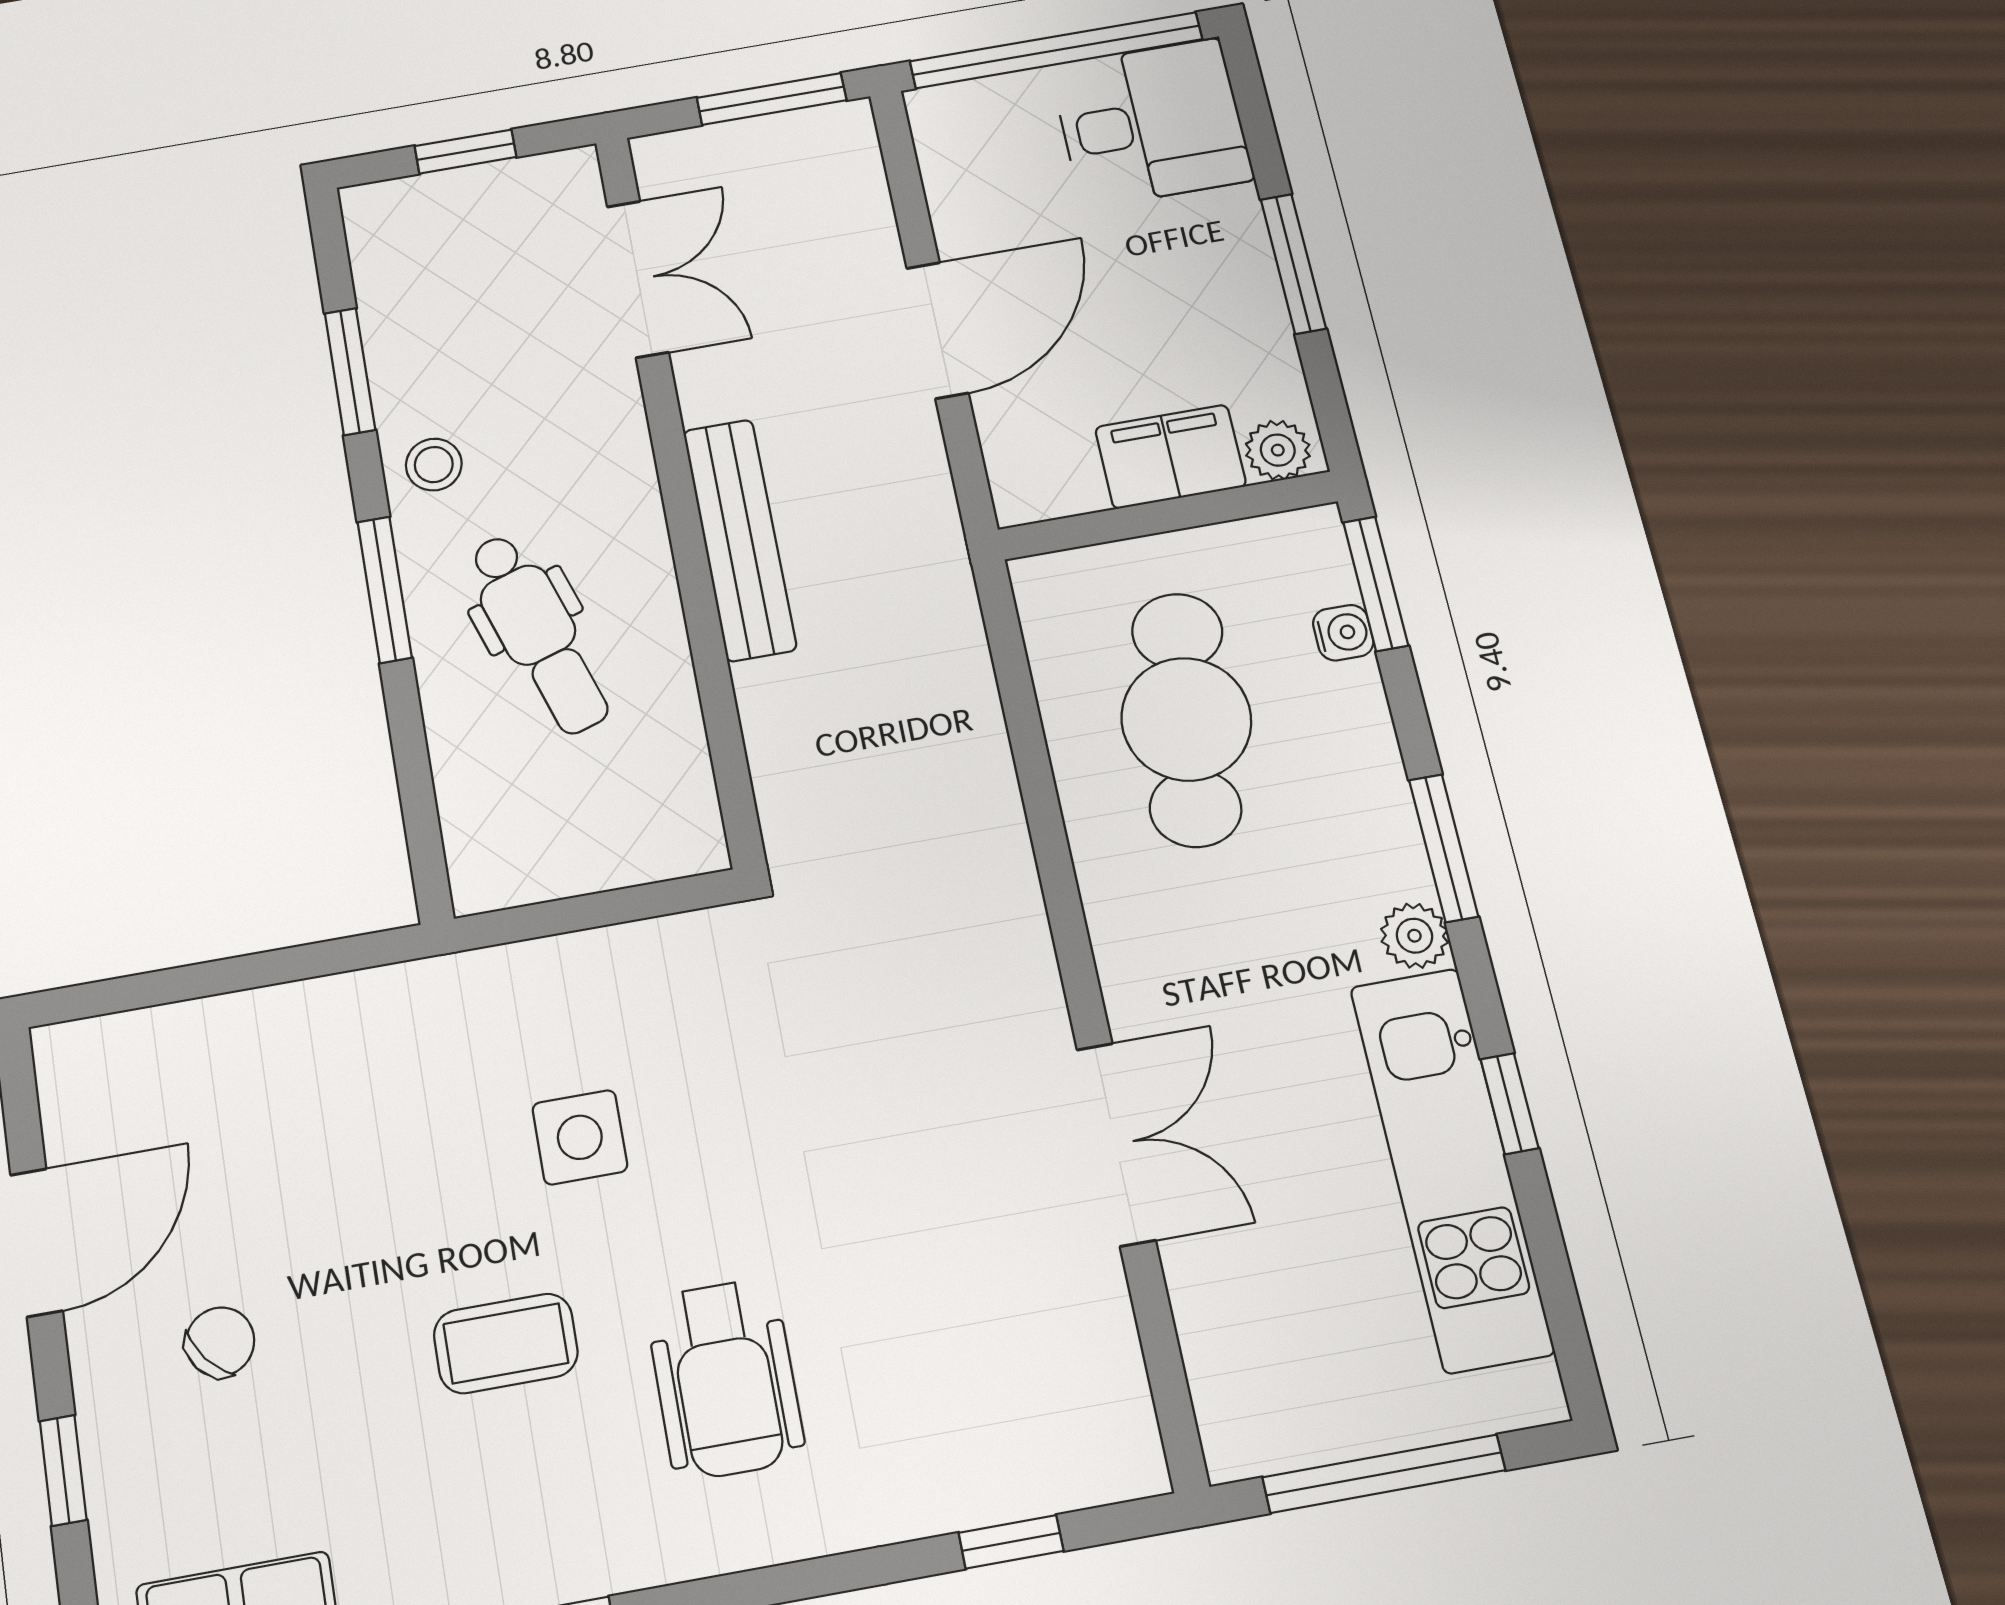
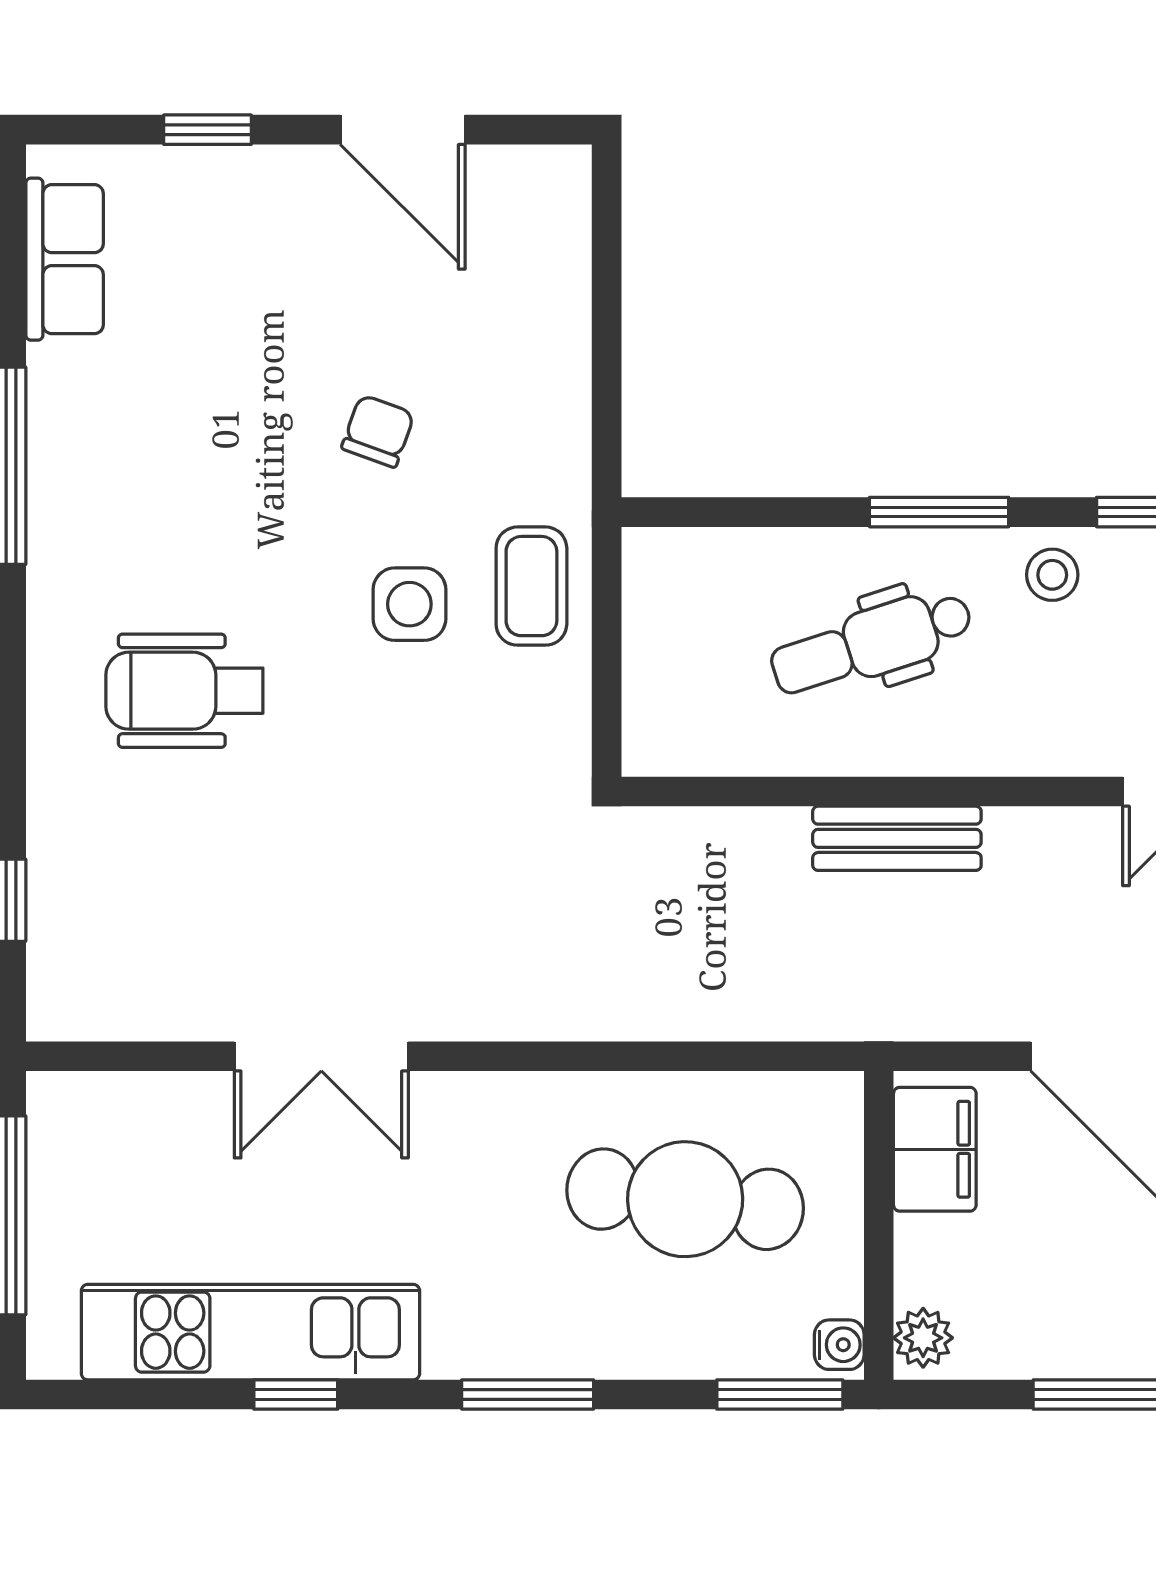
filing cabinet: (1171, 457) -> (935, 1149), moved
bench: (740, 540) -> (897, 838), width x0.73
water cooler: (1343, 633) -> (839, 1345), moved, turned -90
plant: (1414, 936) -> (455, 1350), removed
chair: (220, 1342) -> (378, 431), moved, turned -121
coffee table: (506, 1343) -> (531, 586), moved

